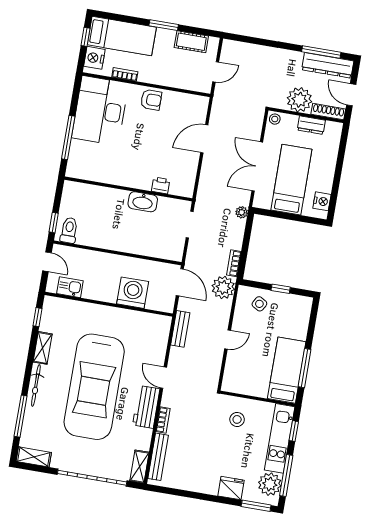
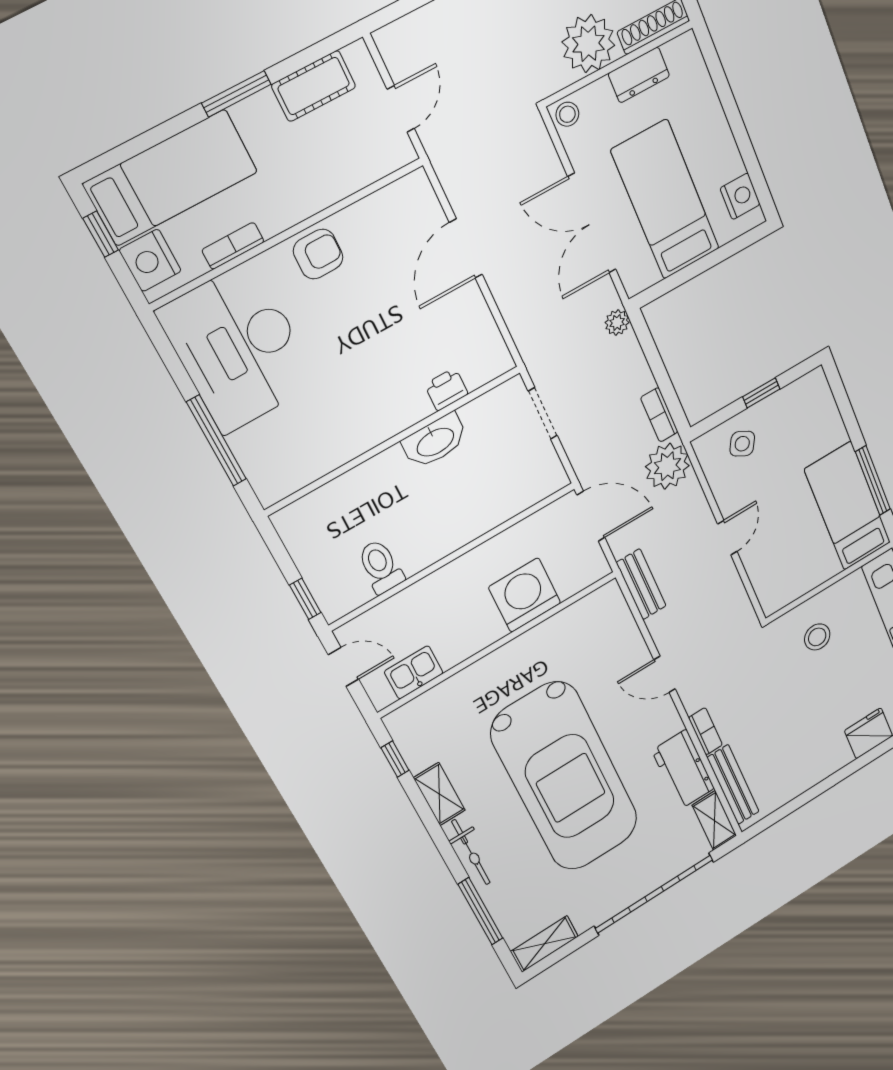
toilet: (69, 230) -> (381, 566), moved
workbench: (146, 407) -> (683, 770), moved

